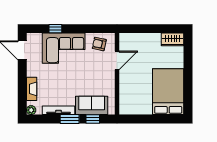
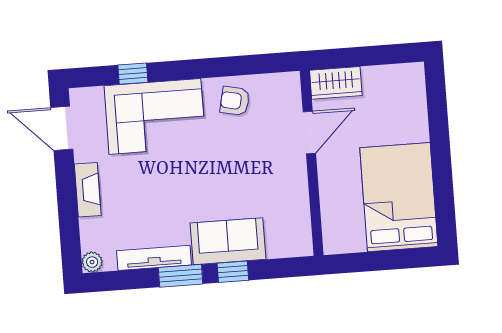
wardrobe: (173, 39) -> (336, 83), moved
door: (117, 60) -> (309, 133), moved
wall: (117, 74) -> (312, 163), moved
fireplace: (32, 89) -> (88, 190), moved

